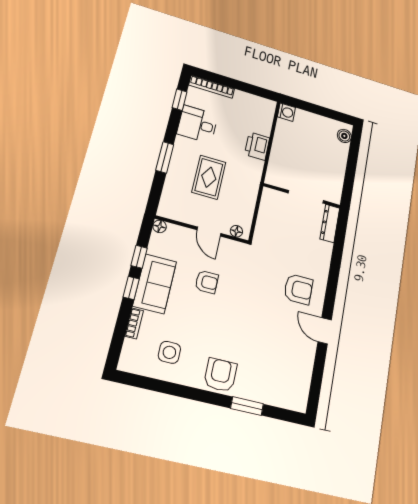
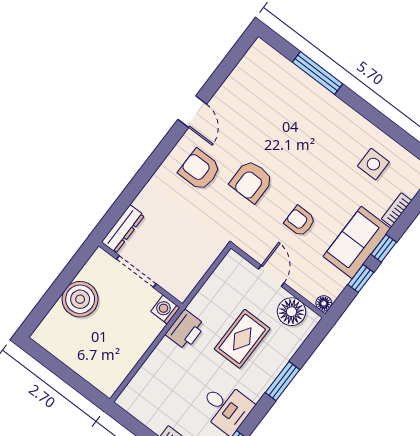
washing machine: (286, 112) -> (165, 310), moved
boiler: (344, 136) -> (80, 299), moved, width x1.86, depth x1.86
printer: (257, 146) -> (185, 330), moved
floor lamp: (236, 231) -> (291, 312), moved, width x1.89, depth x1.89
armchair: (220, 375) -> (251, 181), moved
window: (247, 406) -> (317, 73), width x1.44

